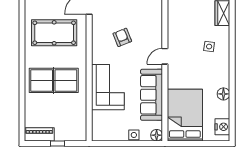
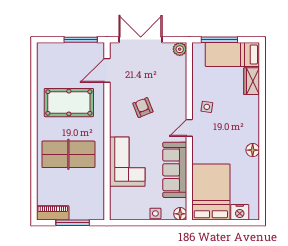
side table: (209, 47) -> (207, 107), moved
floor lamp: (223, 94) -> (253, 150), moved
nightstand: (222, 127) -> (240, 212), moved, turned 90
window: (58, 144) -> (73, 223), width x2.17

